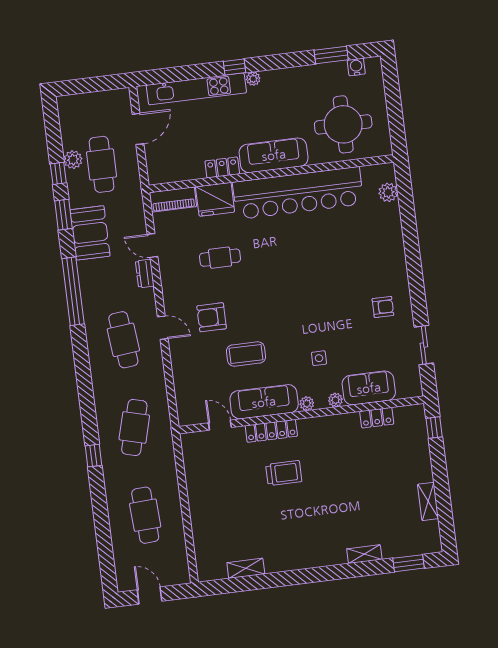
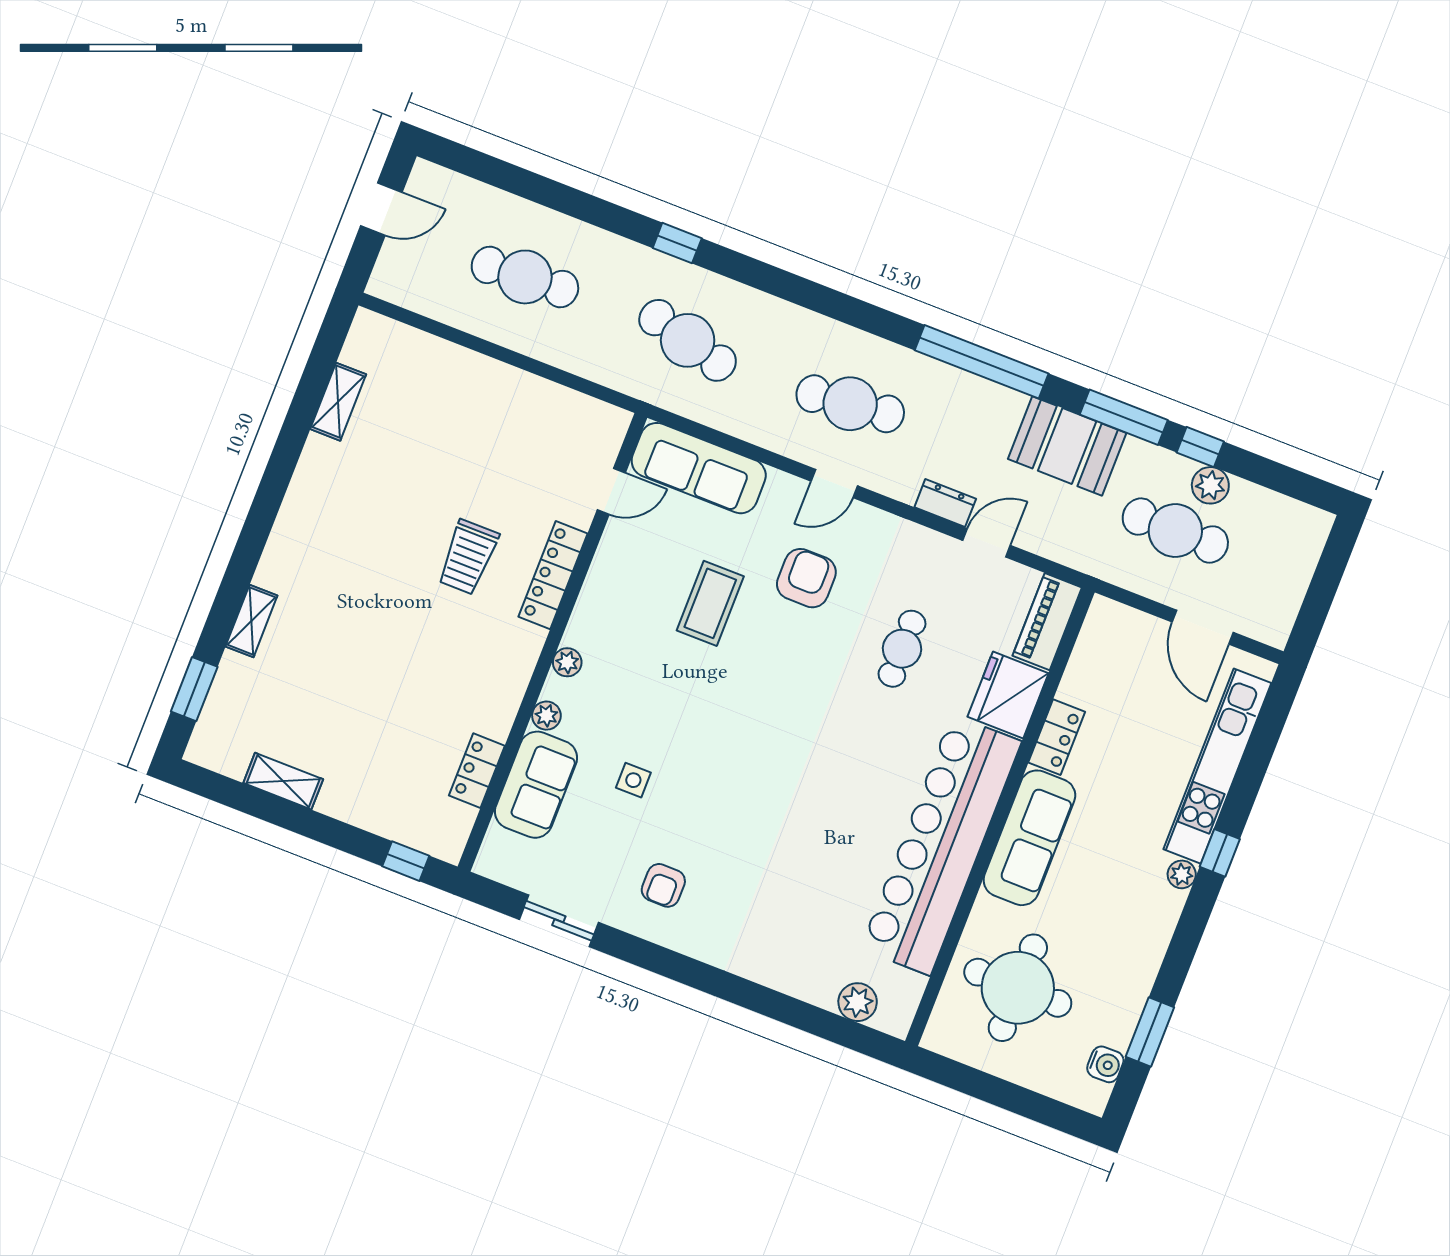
window: (63, 215) -> (1124, 417), width x1.44
side table: (319, 358) -> (633, 780), moved
sofa: (264, 402) -> (699, 468), moved, turned 90

